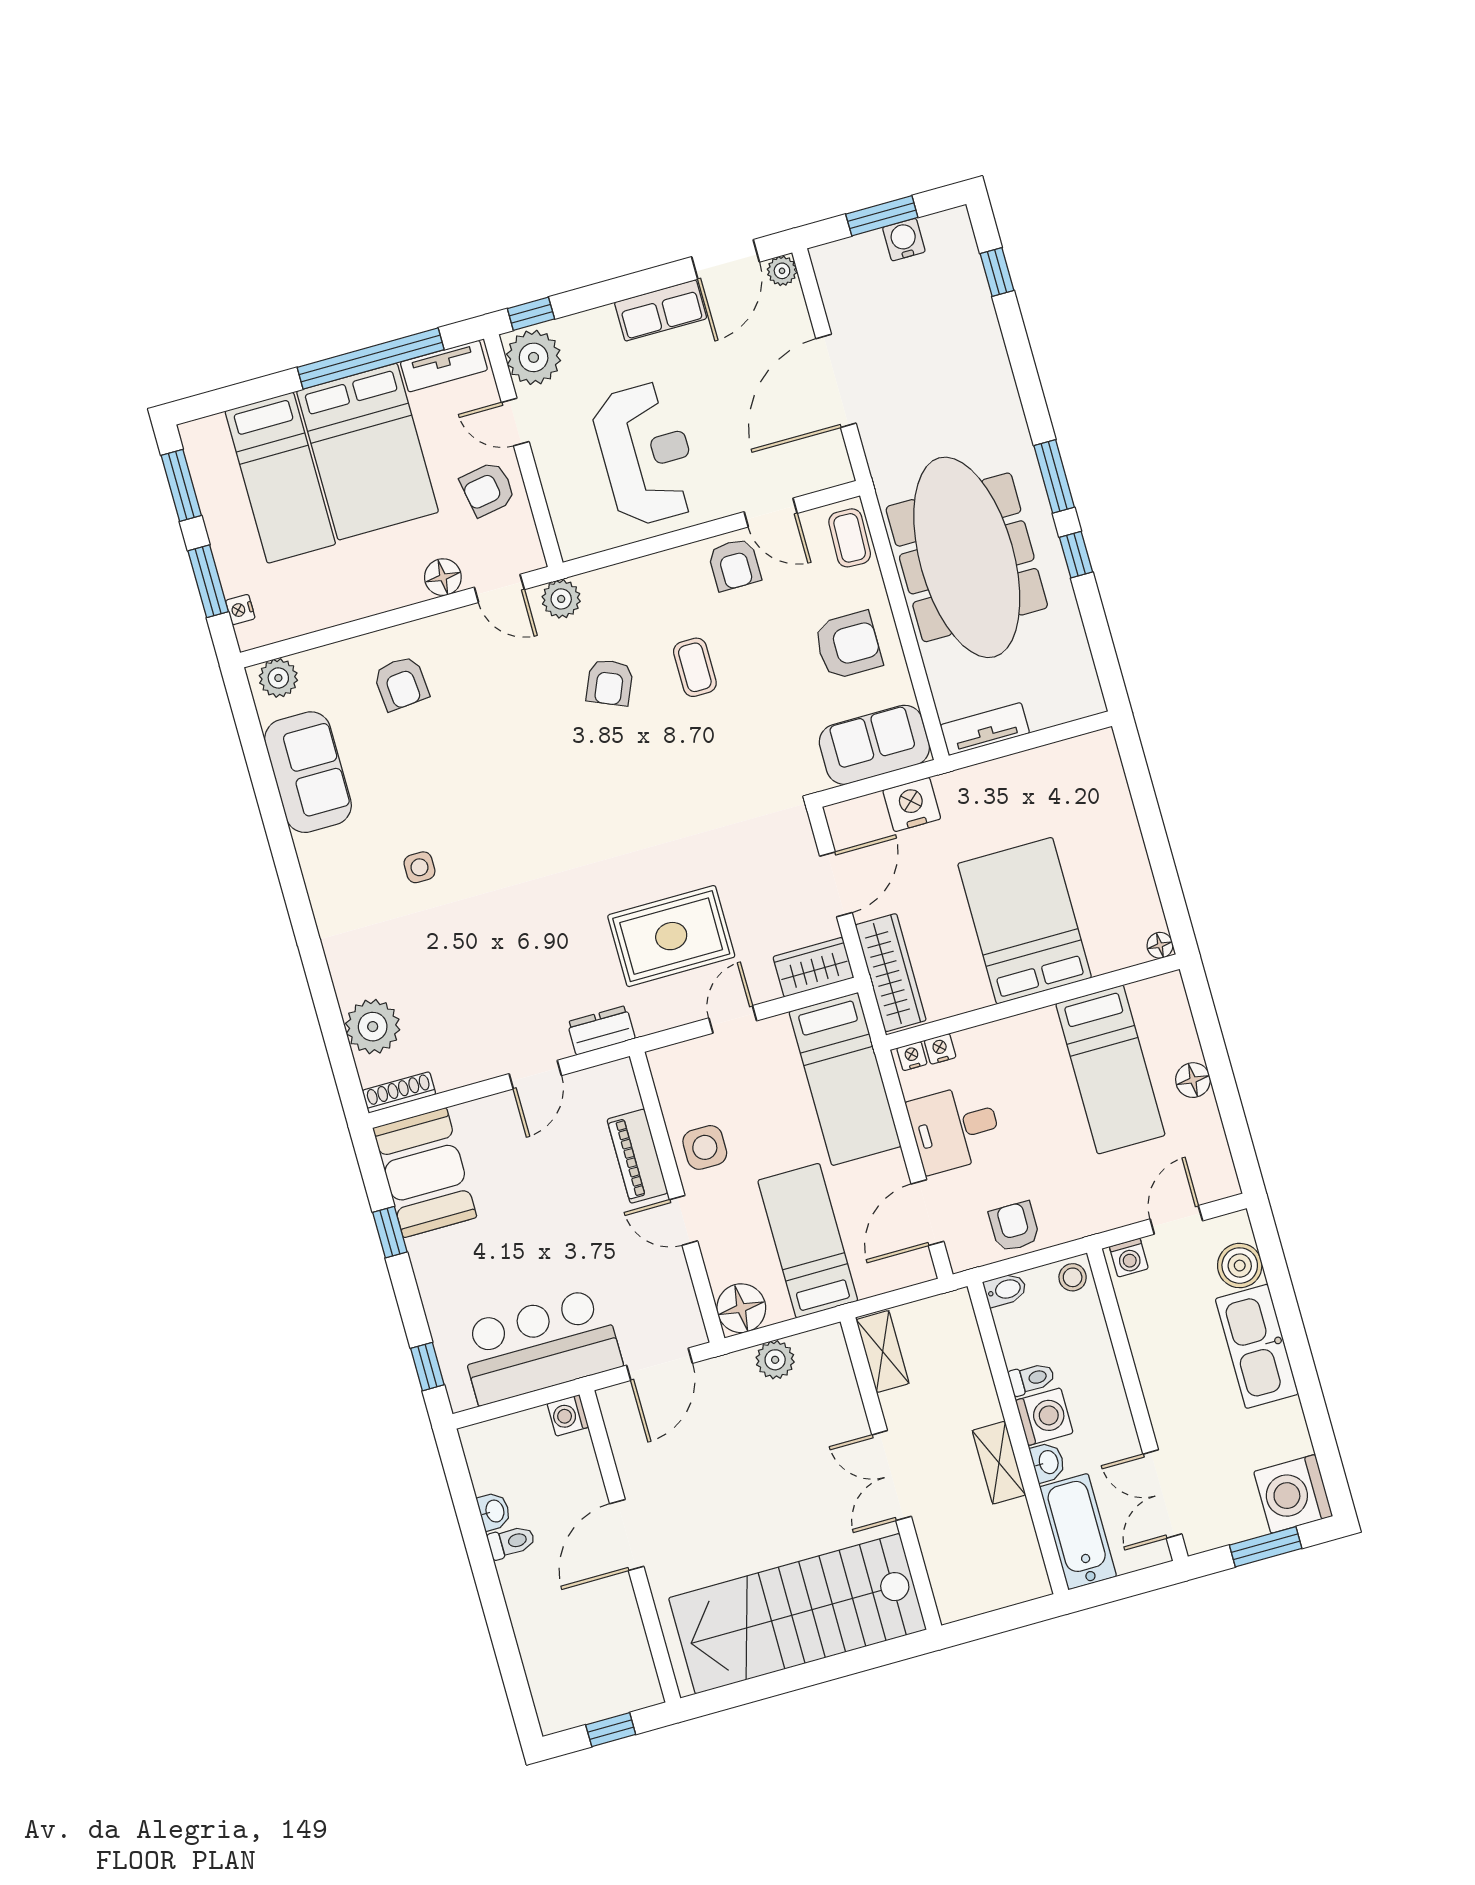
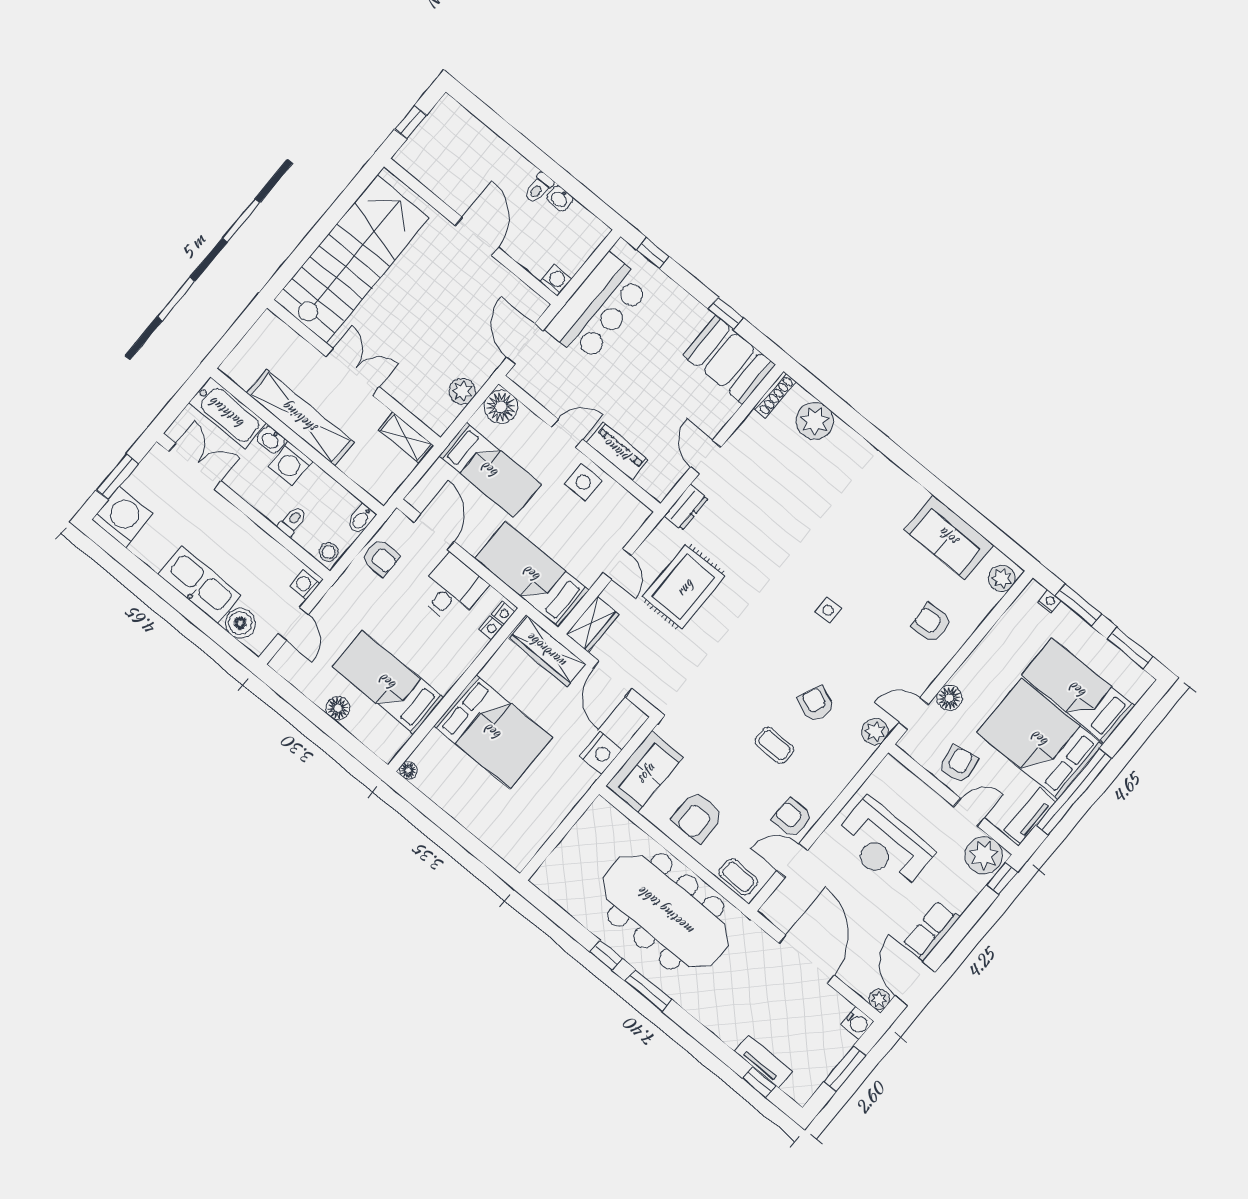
water cooler: (904, 240) -> (857, 1023), moved
tv unit: (985, 729) -> (763, 1061), moved, turned -90
side table: (419, 867) -> (828, 610), moved
toilet: (1032, 1379) -> (292, 521), moved, turned 180
shelving: (999, 1463) -> (300, 418), width x2.20, depth x1.33

